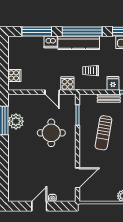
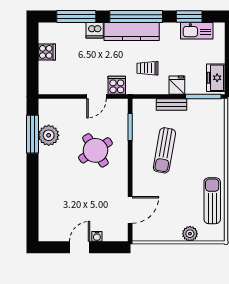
cooker: (14, 75) -> (47, 52), moved
door: (52, 92) -> (97, 97), hinge flipped
round table: (51, 133) -> (95, 150), turned -33

